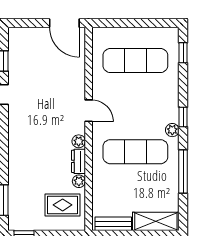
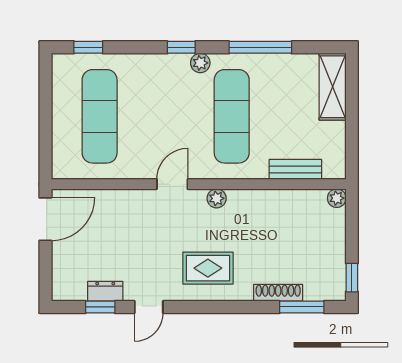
dresser: (78, 161) -> (105, 291), moved, turned 180
plant: (79, 181) -> (337, 198), moved
shoe rack: (14, 184) -> (278, 293), added
rug: (63, 205) -> (208, 268), moved, turned 90
bench: (113, 224) -> (295, 169), moved, turned 90

